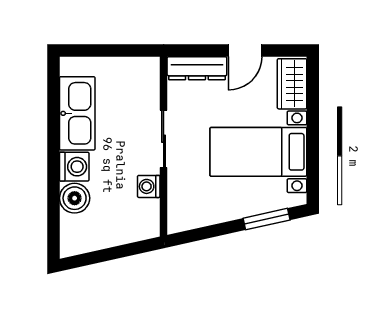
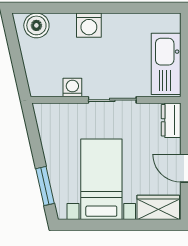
dresser: (197, 68) -> (171, 120), width x0.70
kitchen sink: (77, 113) -> (166, 64), moved, turned 90
boiler: (75, 198) -> (36, 25), moved

